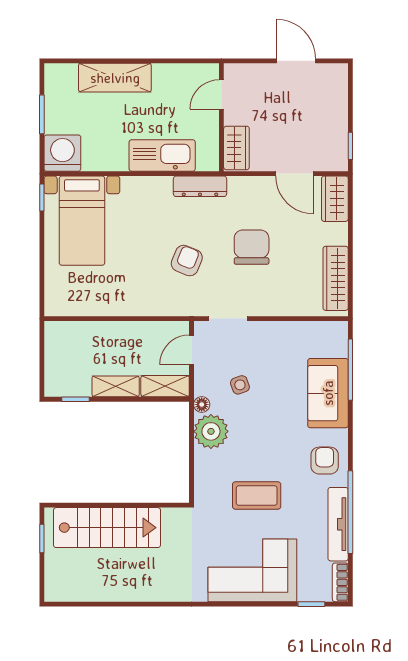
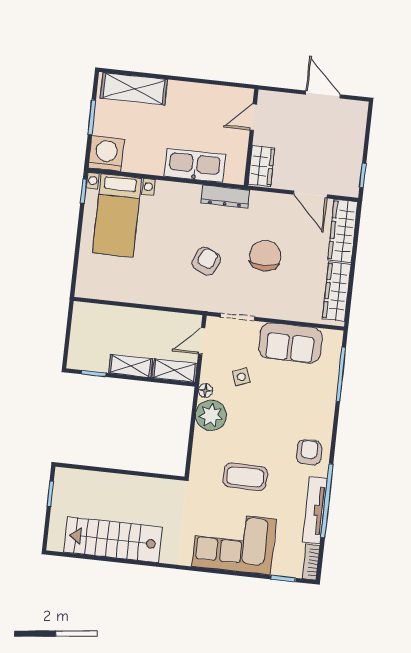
shelving: (115, 78) -> (134, 89), moved
wardrobe: (335, 199) -> (343, 231), width x1.50
sofa: (328, 393) -> (290, 343), moved, turned -90
stairs: (107, 528) -> (113, 540), moved, turned 180

